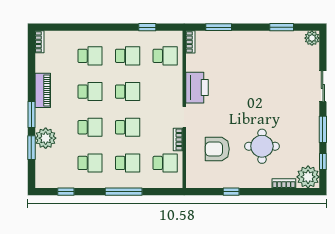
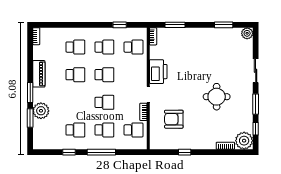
school desk: (90, 127) -> (75, 102), removed
round table: (262, 146) -> (217, 97), moved
window: (66, 192) -> (69, 152), moved

